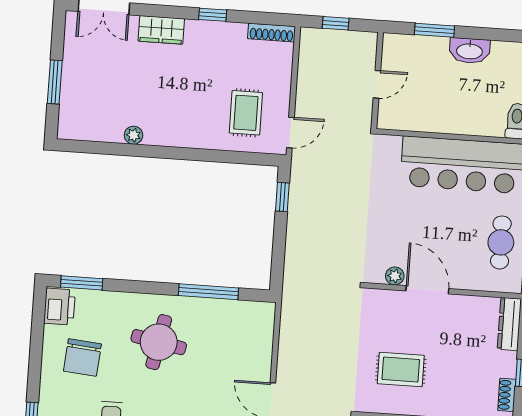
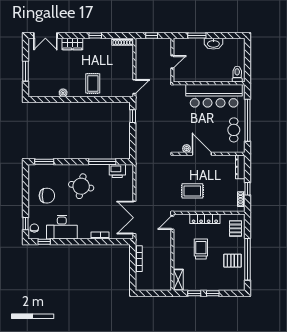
rug: (246, 113) -> (93, 83), moved
printer: (59, 307) -> (117, 171), moved, turned 90
chair: (82, 357) -> (47, 196), turned -95

